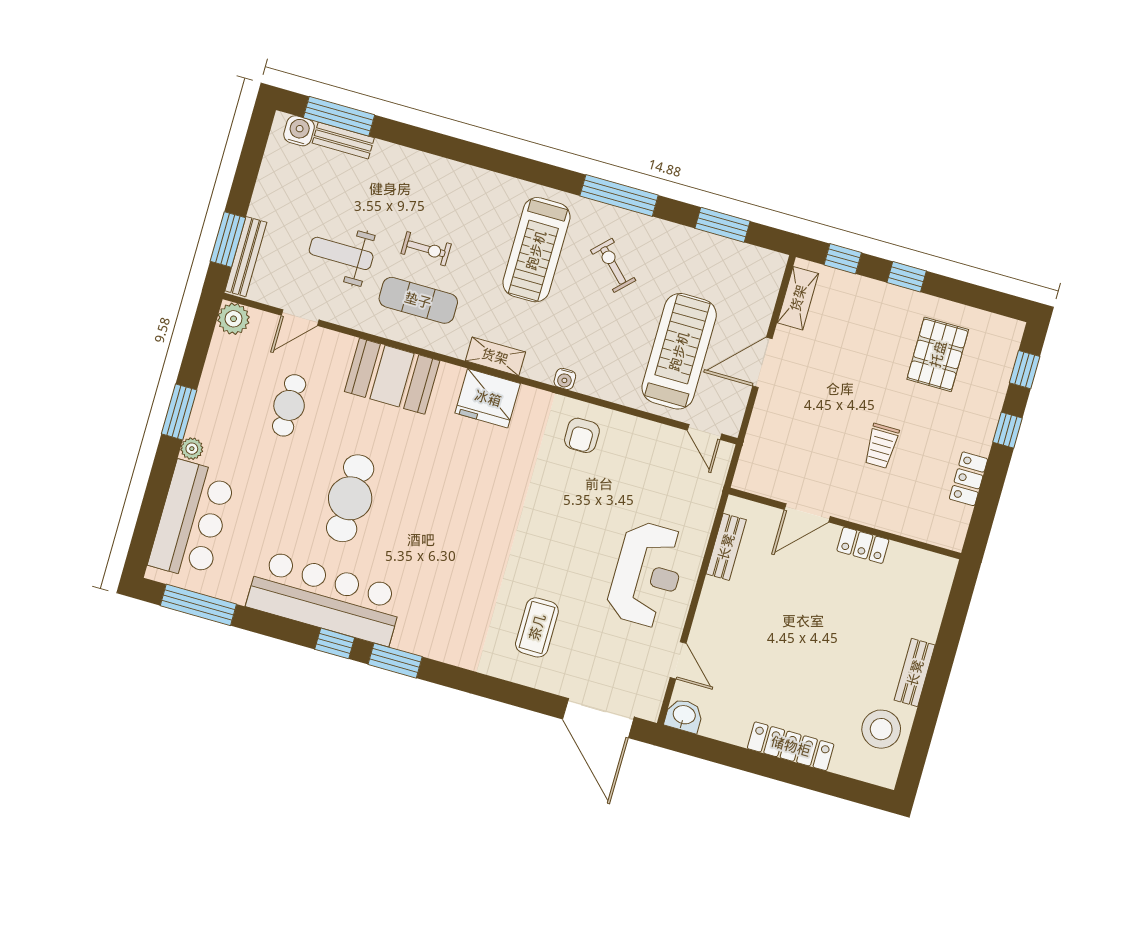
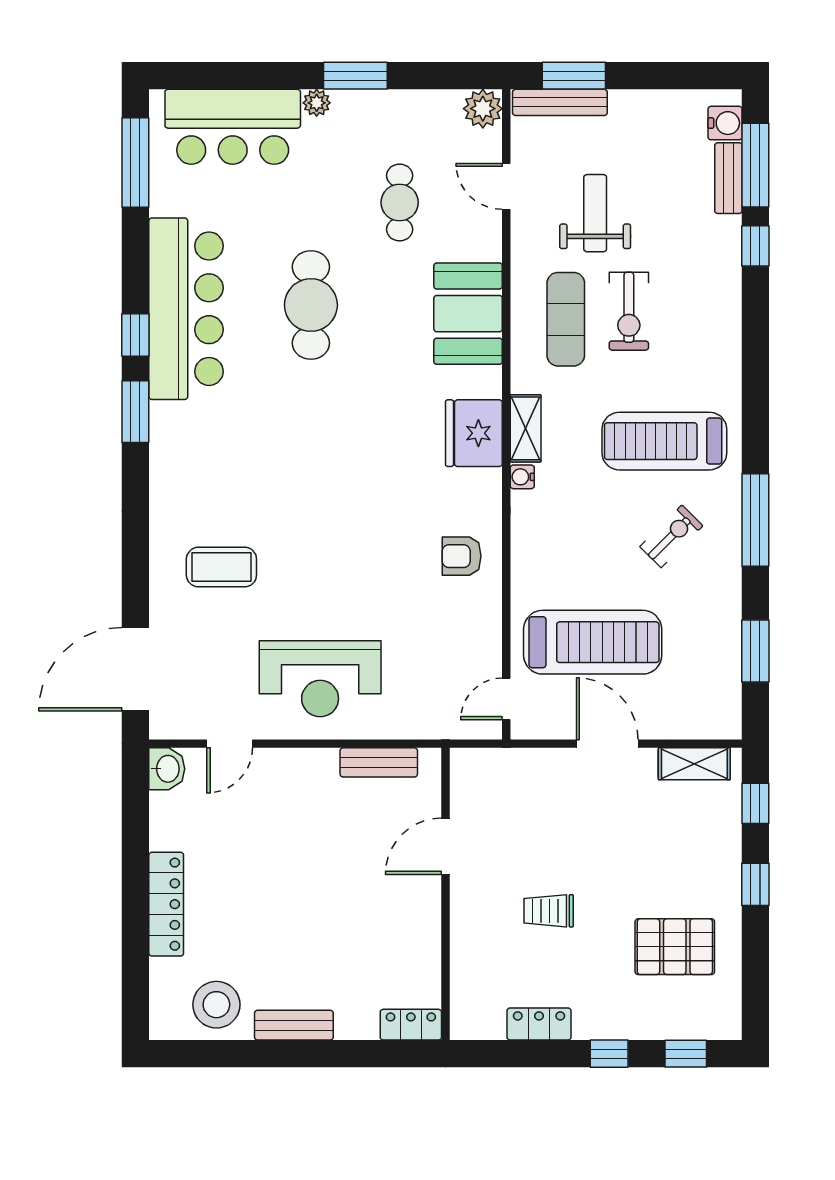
window: (403, 134) -> (755, 246), added
exercise bike: (426, 249) -> (629, 311), width x1.38, depth x1.39
water cooler: (565, 379) -> (522, 477), moved
cafe table: (289, 405) -> (400, 202), turned 90
cafe table: (350, 498) -> (311, 305), turned 90
door: (807, 513) -> (445, 846), hinge flipped
locker: (863, 545) -> (411, 1025), moved, turned 90

